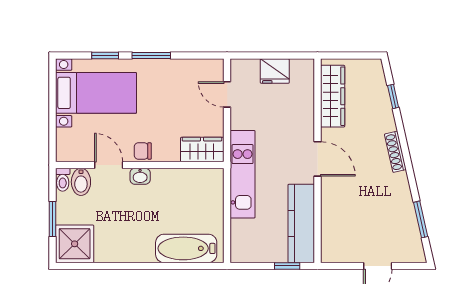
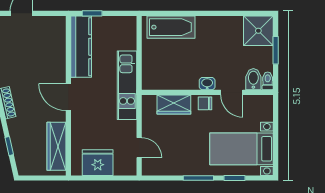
fridge: (275, 71) -> (98, 163), width x1.36, depth x1.34
wardrobe: (202, 149) -> (174, 105), moved
chair: (143, 151) -> (205, 103), turned 180

